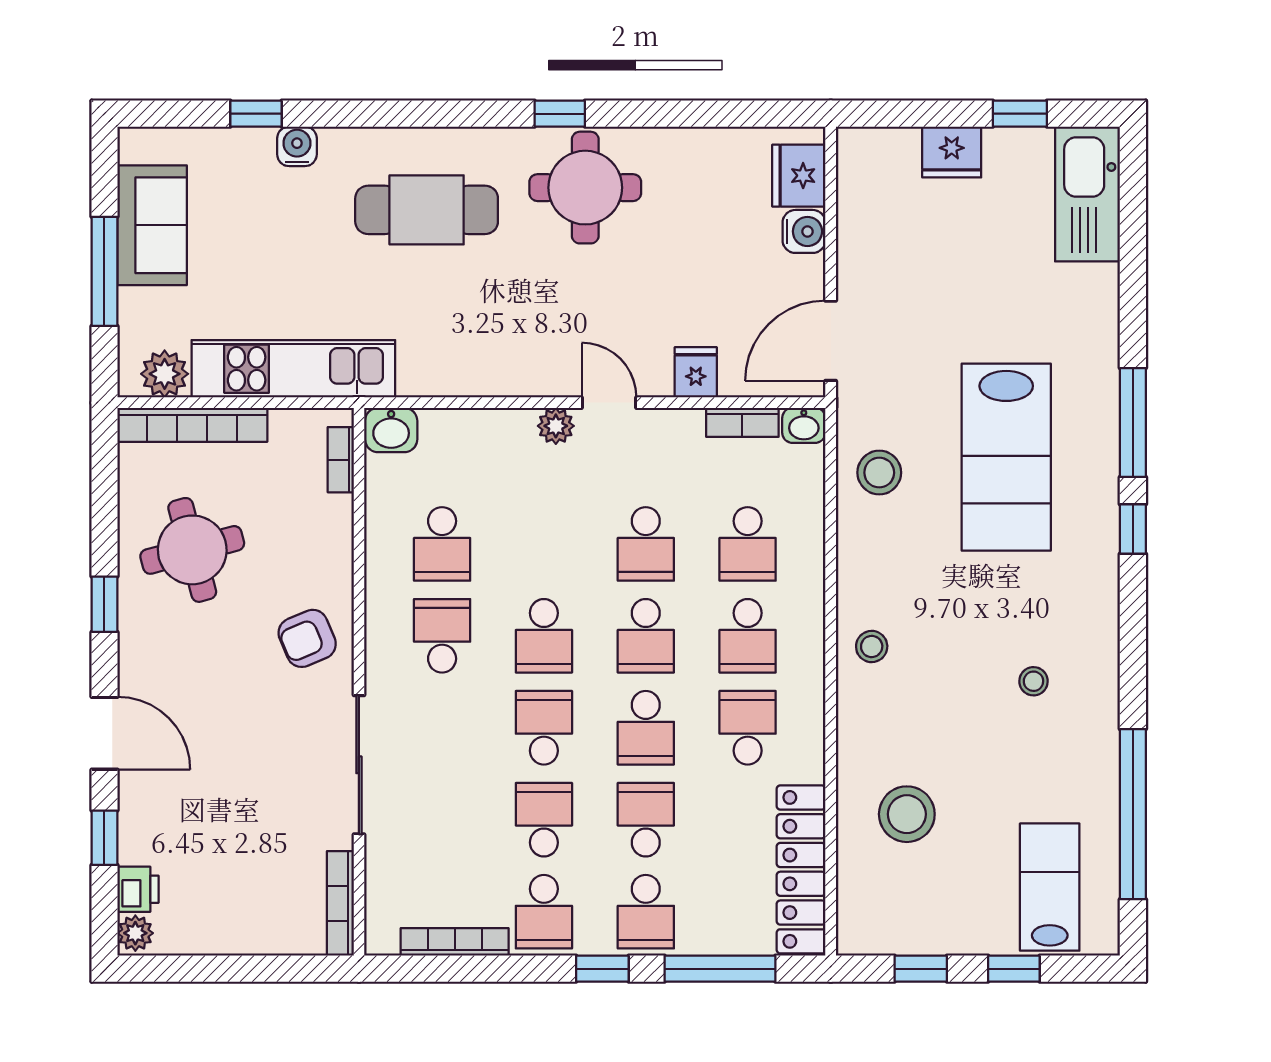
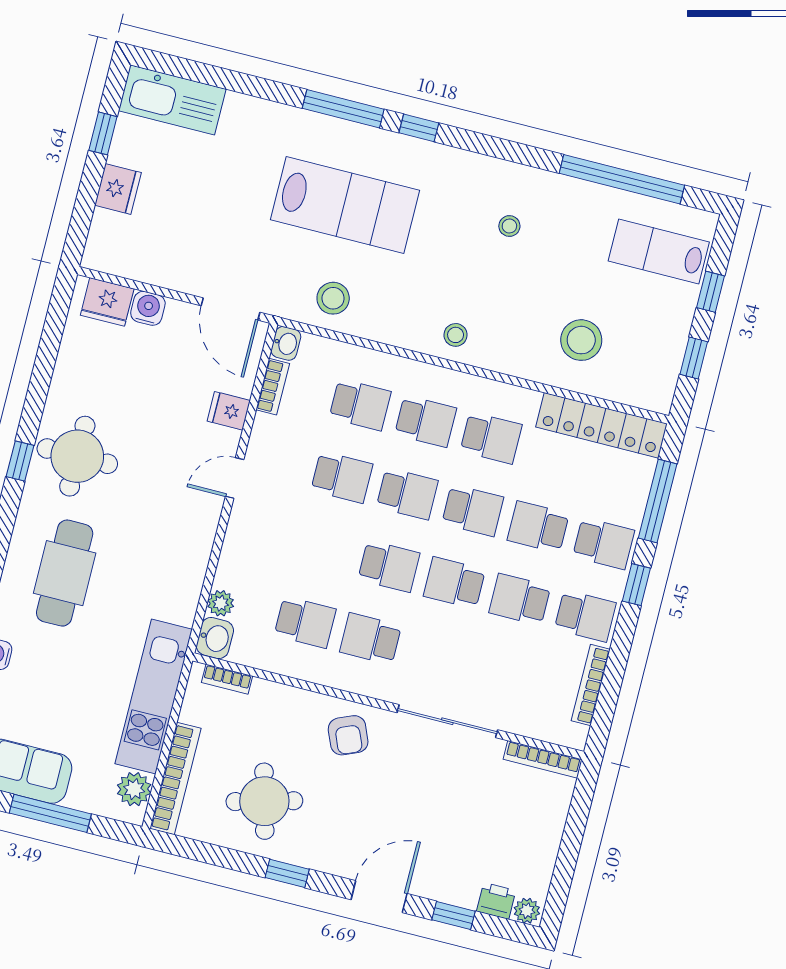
plant: (556, 426) -> (221, 603), moved
school desk: (748, 728) -> (491, 438), turned 180

